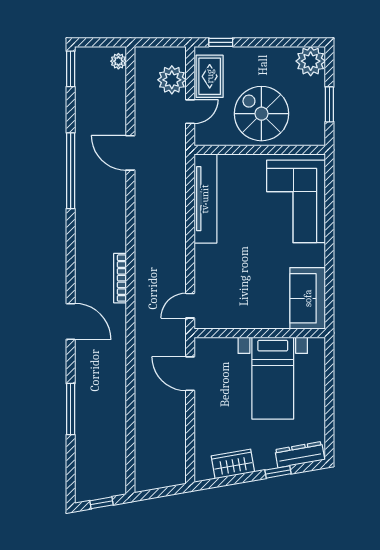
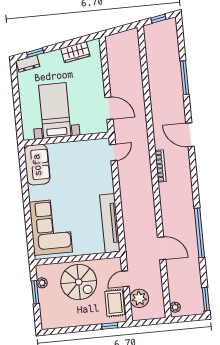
plant: (311, 61) -> (42, 283), moved, width x0.53, depth x0.53
dresser: (300, 455) -> (28, 64), width x0.70
window: (278, 472) -> (35, 53), moved

